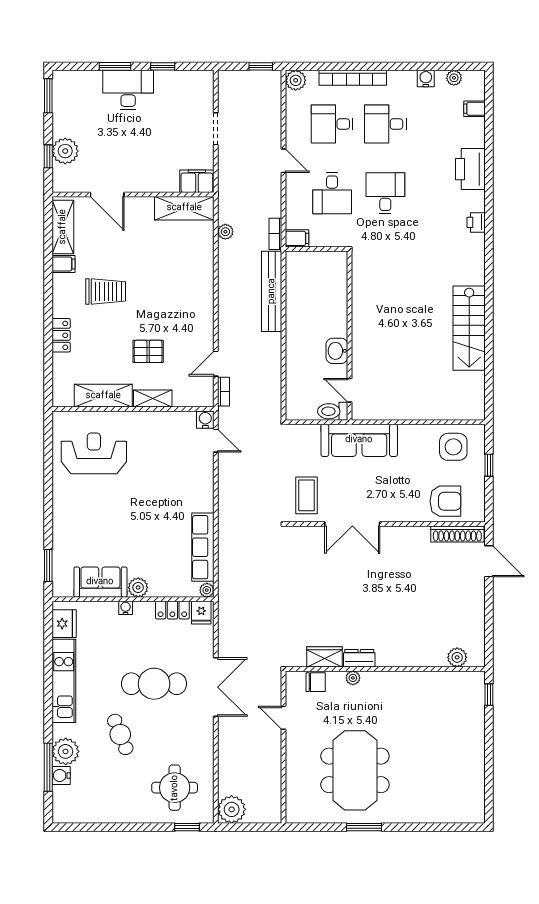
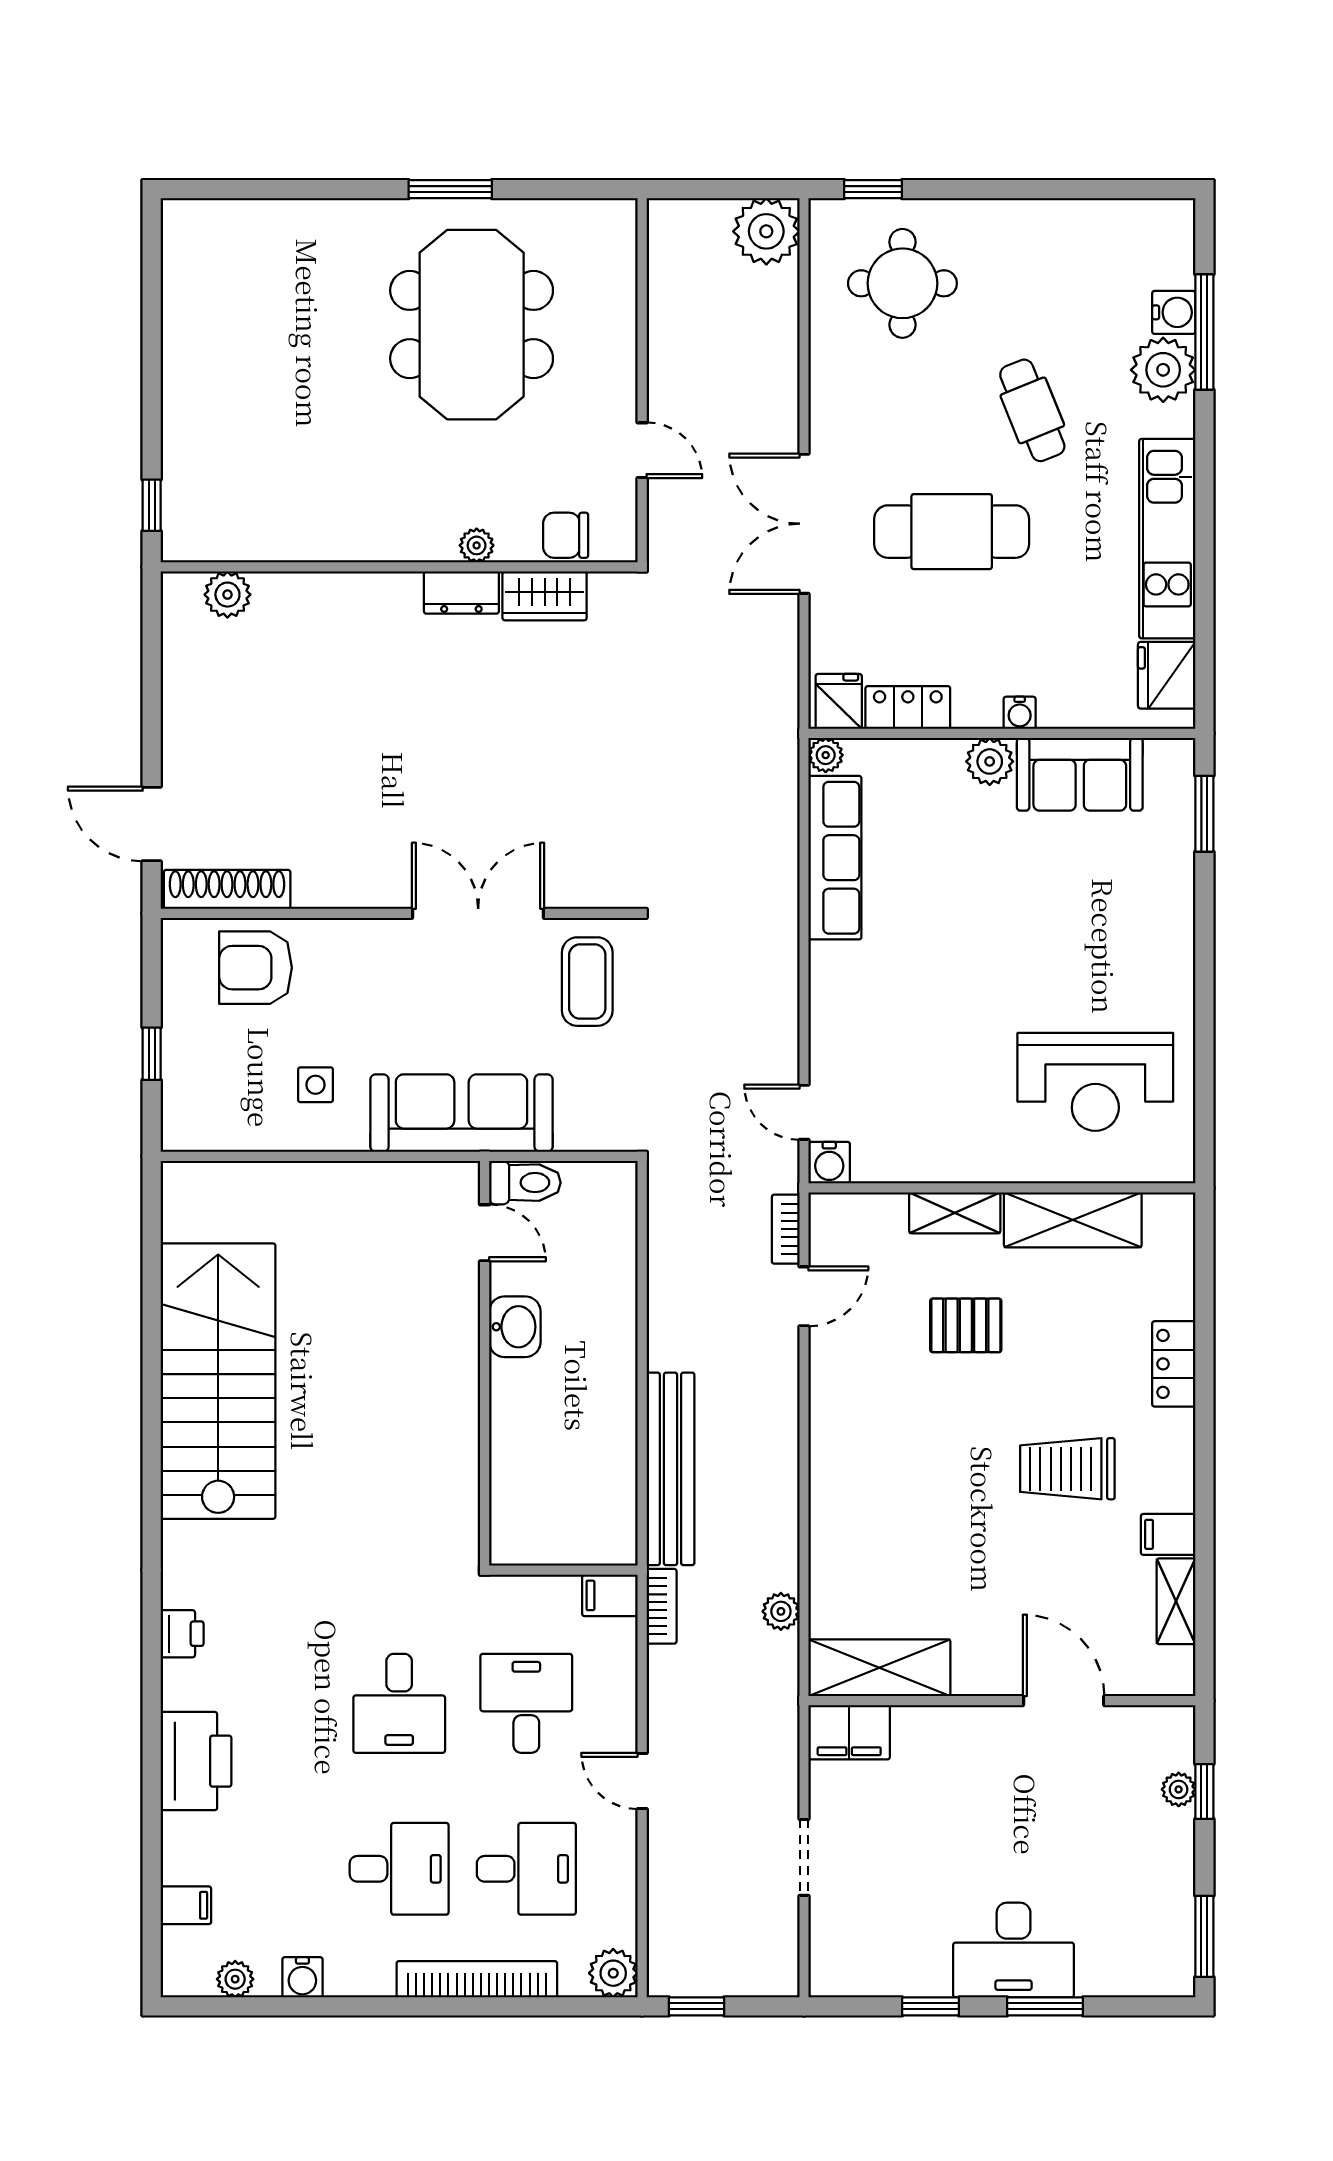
plant: (65, 151) -> (1179, 1789), width x0.53, depth x0.53
shelving: (63, 227) -> (1176, 1601), width x0.67, depth x0.75
stairs: (469, 328) -> (218, 1381), width x1.36, depth x1.51
side table: (453, 447) -> (315, 1085), moved, width x0.54, depth x0.54

